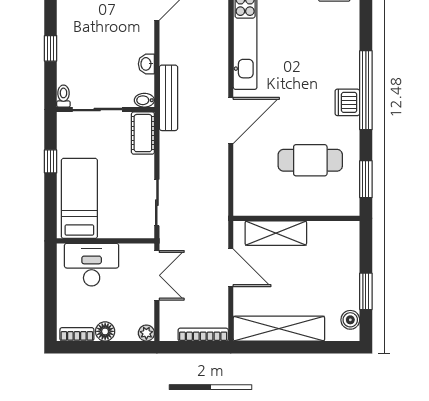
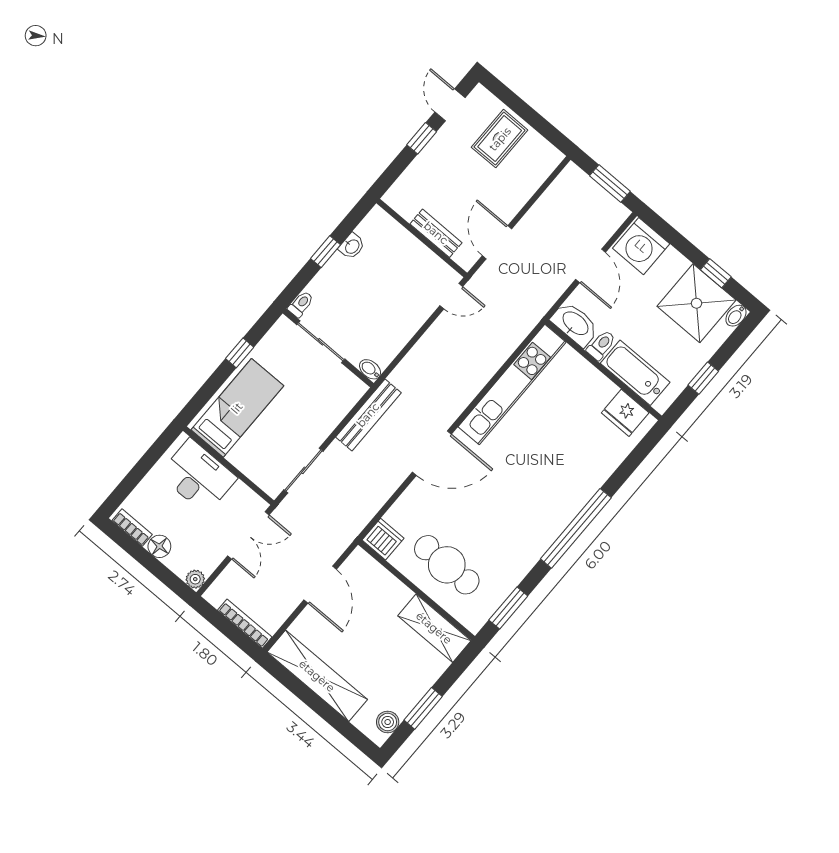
washbasin: (146, 64) -> (352, 246), moved, turned 180
bench: (168, 98) -> (368, 415), moved
dishwasher: (347, 102) -> (383, 539), moved, turned 90
cot: (143, 133) -> (344, 398), removed
cafe table: (310, 160) -> (447, 565), moved
shelving: (276, 233) -> (434, 628), moved

